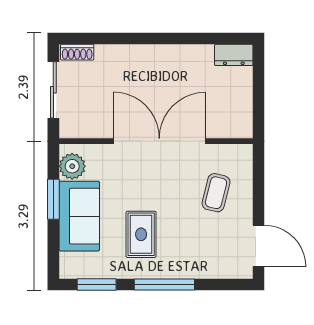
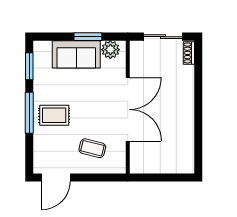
dresser: (234, 55) -> (187, 160), removed
rug: (141, 234) -> (54, 115), moved

